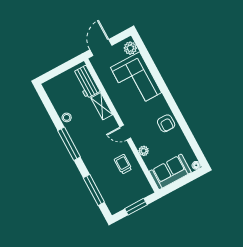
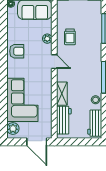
door: (101, 48) -> (37, 142), hinge flipped
workbench: (55, 95) -> (95, 123), added
armchair: (166, 123) -> (17, 51), turned 90

